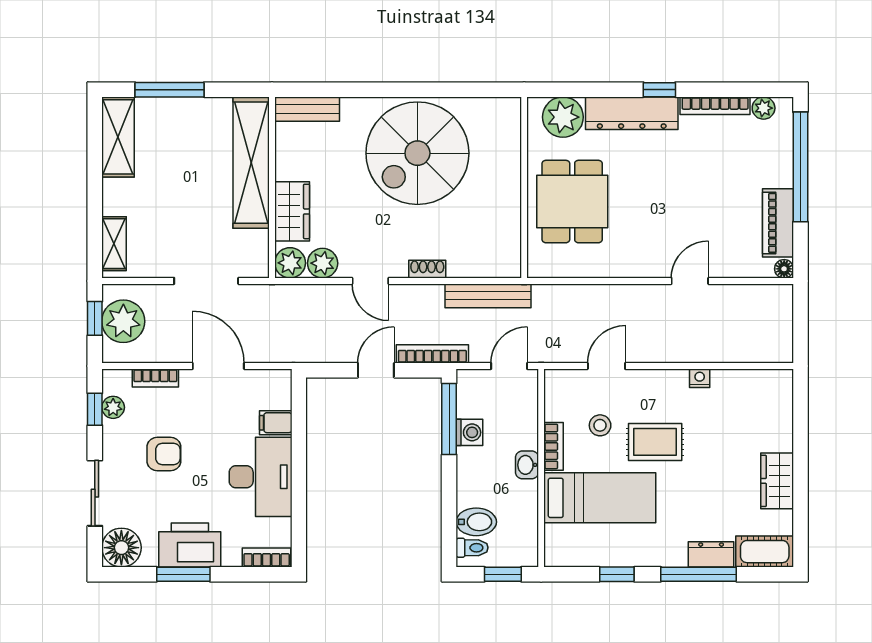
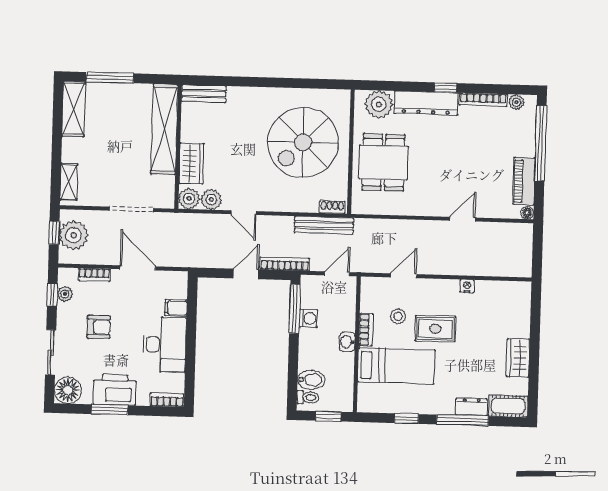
spiral stairs: (417, 153) -> (303, 142), moved
shoe rack: (427, 269) -> (332, 207), moved

